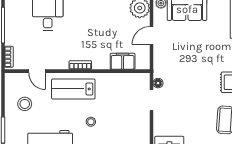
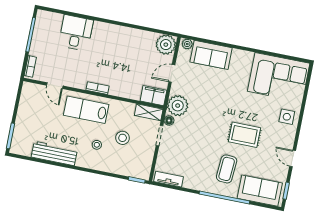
filing cabinet: (123, 61) -> (153, 96), moved
plant: (164, 67) -> (178, 106), added
shelving: (136, 79) -> (149, 112), added
stool: (25, 104) -> (123, 138), moved

